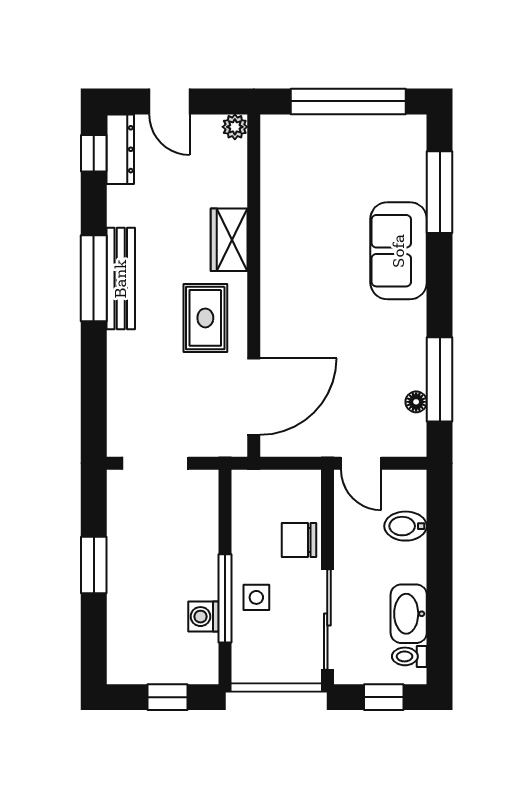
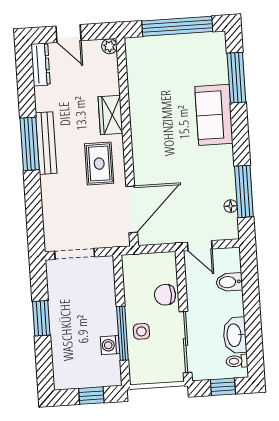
window: (94, 153) -> (25, 68), removed

